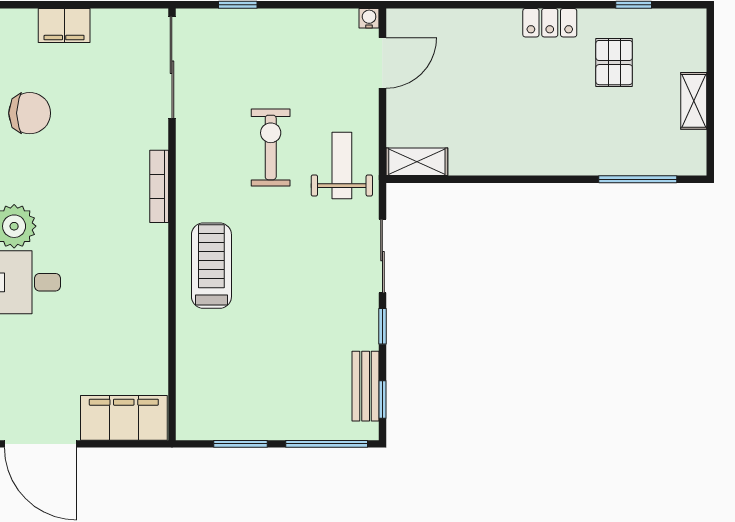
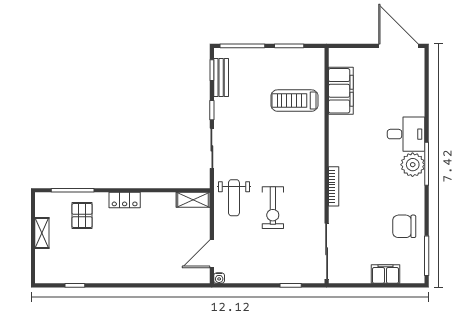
locker: (550, 23) -> (125, 200), moved, turned 180
pallet: (614, 63) -> (82, 216), moved
treadmill: (211, 266) -> (294, 101), moved, turned 90
filing cabinet: (124, 418) -> (341, 91), moved, turned -90

